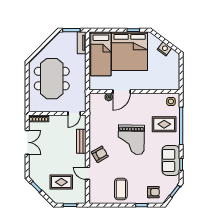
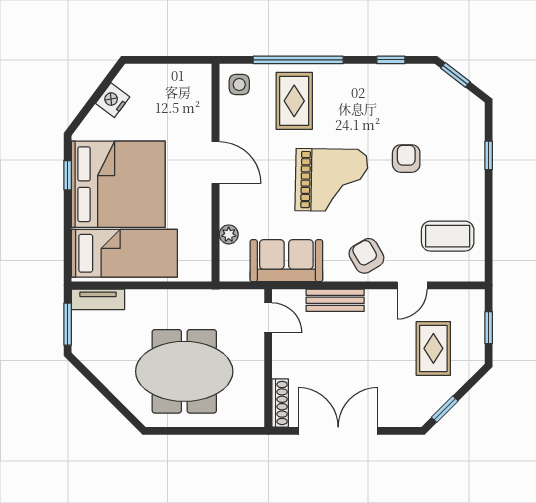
door: (122, 92) -> (215, 163), moved
double door: (27, 142) -> (338, 431), width x1.37
sofa: (171, 160) -> (286, 261), moved, turned 180
coffee table: (121, 189) -> (448, 236), moved
armchair: (153, 192) -> (406, 159), moved

